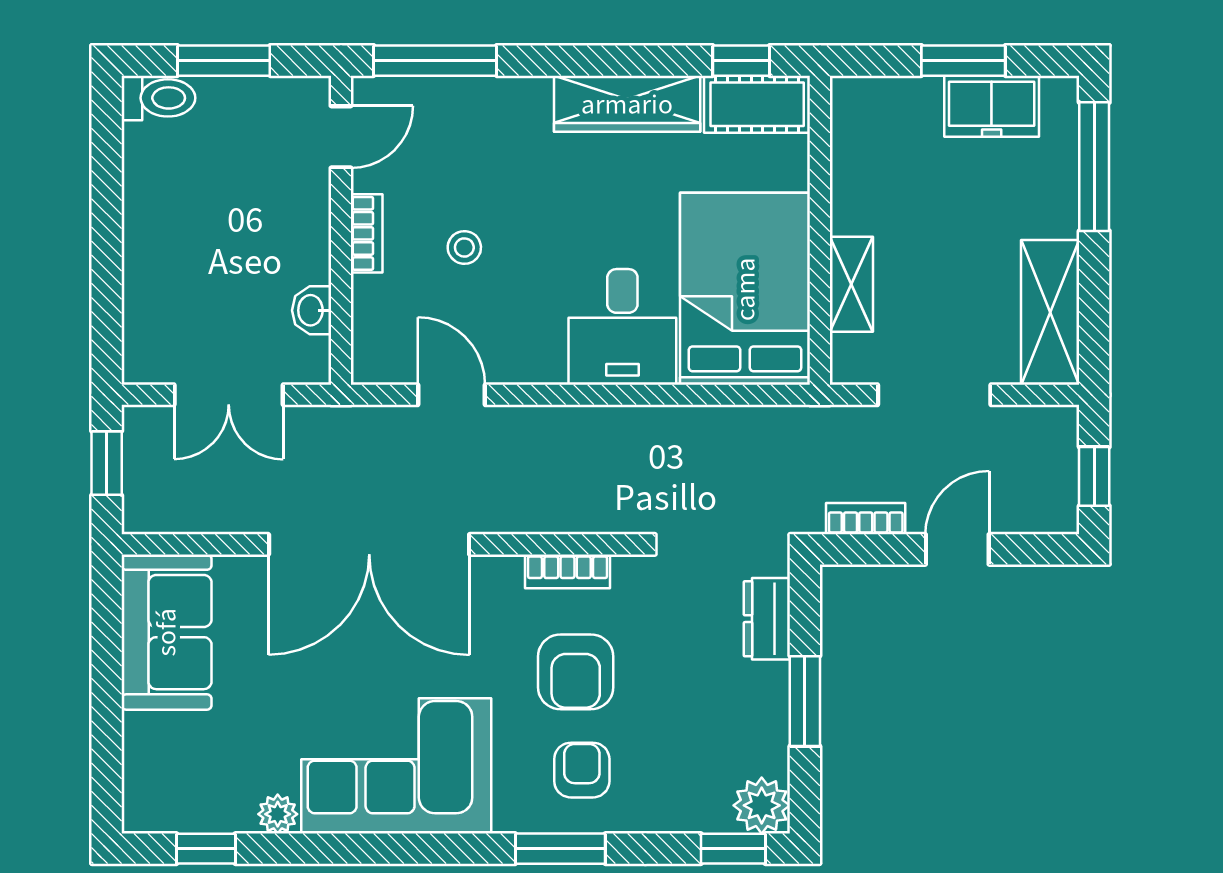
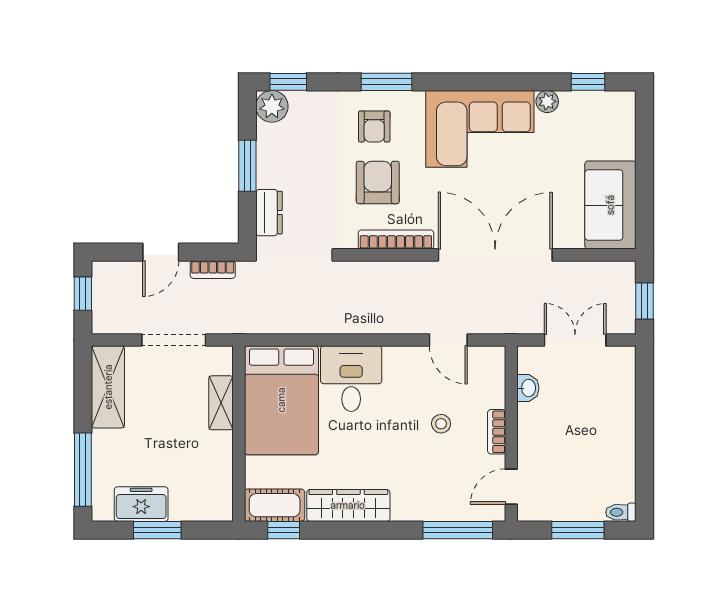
toilet: (158, 98) -> (621, 512), width x0.73, depth x0.72
bookcase: (567, 571) -> (396, 240), width x1.56

